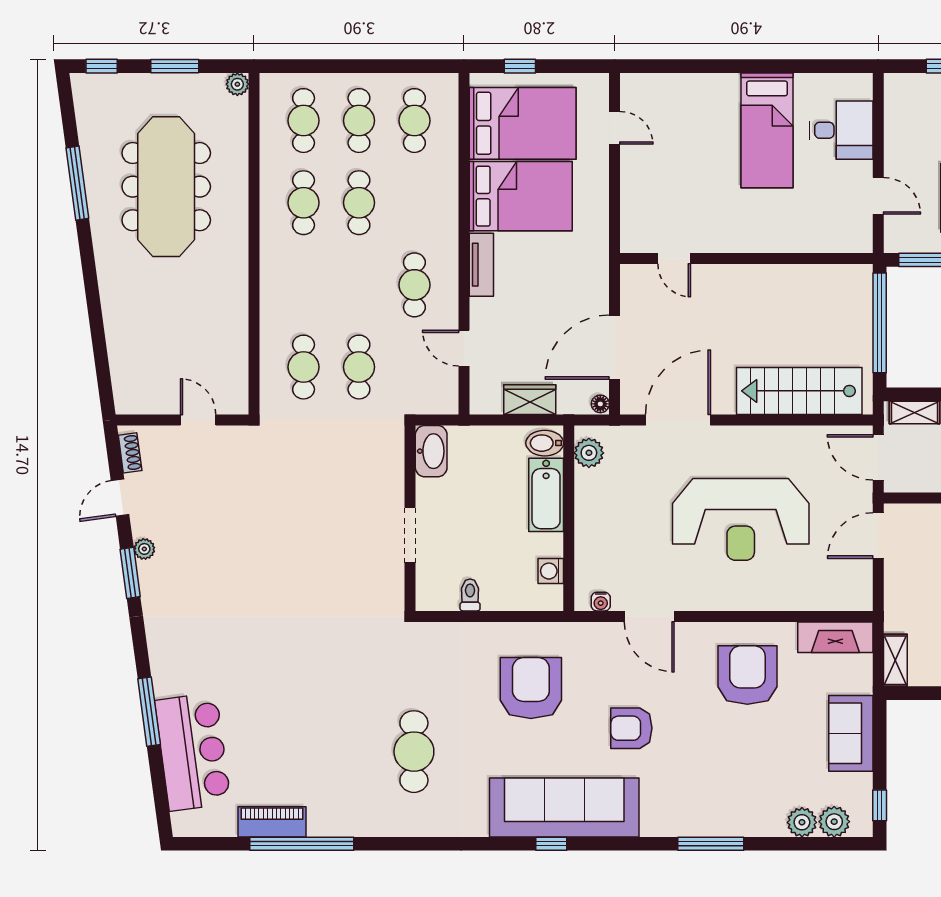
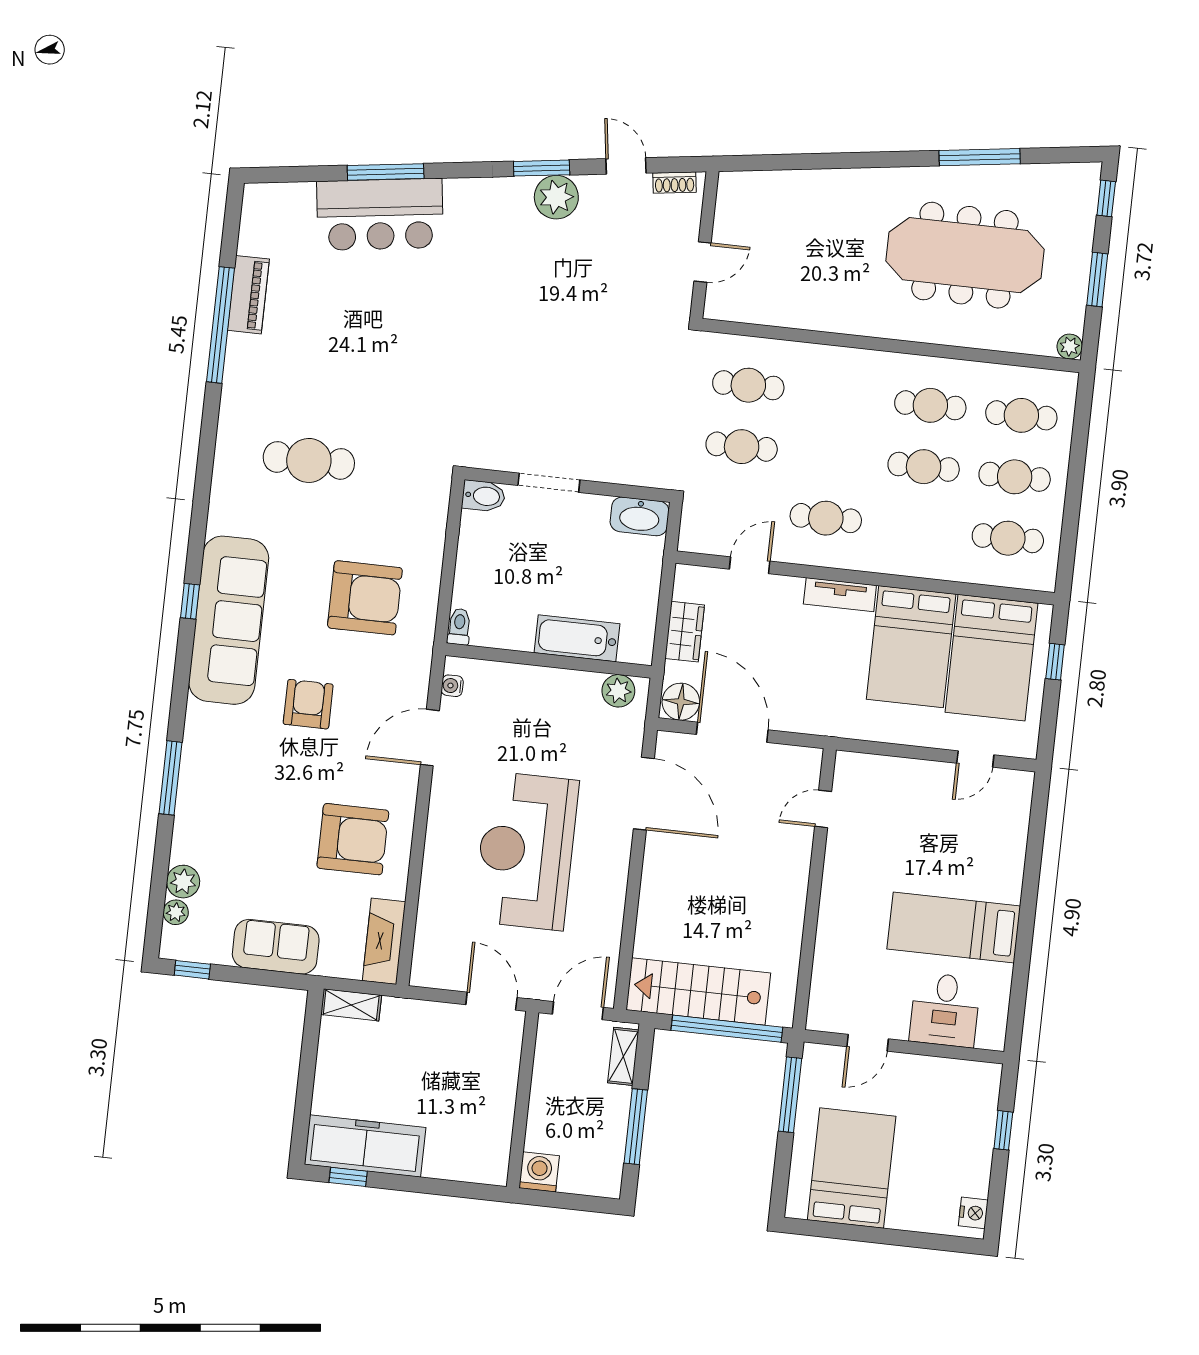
stairs: (799, 391) -> (698, 991), moved, turned -90
floor lamp: (600, 404) -> (681, 702), width x1.89, depth x1.89
bidet: (545, 443) -> (484, 496), moved, turned 90
plant: (144, 549) -> (556, 197), width x1.87, depth x1.87
washing machine: (551, 571) -> (492, 634), removed
toilet: (470, 595) -> (459, 627), moved, turned -90
bar counter: (193, 752) -> (380, 214), moved
plant: (834, 822) -> (176, 912), width x0.73, depth x0.73

